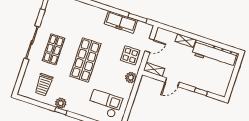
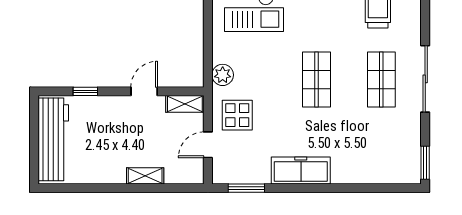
freezer: (121, 22) -> (301, 170), moved
workbench: (215, 54) -> (53, 139), moved, turned 90
shop shelf: (85, 60) -> (317, 79), width x0.70, depth x0.74

